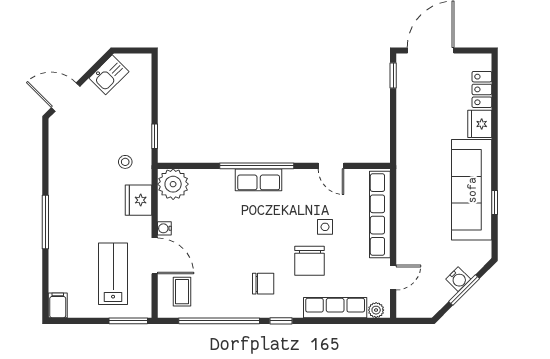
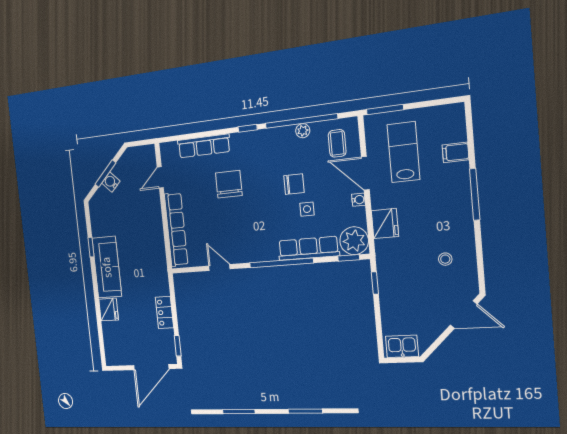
kitchen sink: (109, 75) -> (402, 346), moved, turned 45
locker: (482, 89) -> (164, 312), moved, turned 180
stool: (125, 162) -> (445, 259), moved
window: (180, 166) -> (349, 258), added
row of seats: (259, 180) -> (308, 248), moved, width x1.48
sofa: (472, 190) -> (107, 267), width x0.74, depth x0.79
side table: (325, 227) -> (307, 209), moved
lab bench: (113, 274) -> (403, 152), turned 180
chair: (263, 284) -> (294, 184), moved, turned 180
filing cabinet: (58, 305) -> (456, 152), moved, turned 90
plant: (376, 310) -> (303, 131), moved

